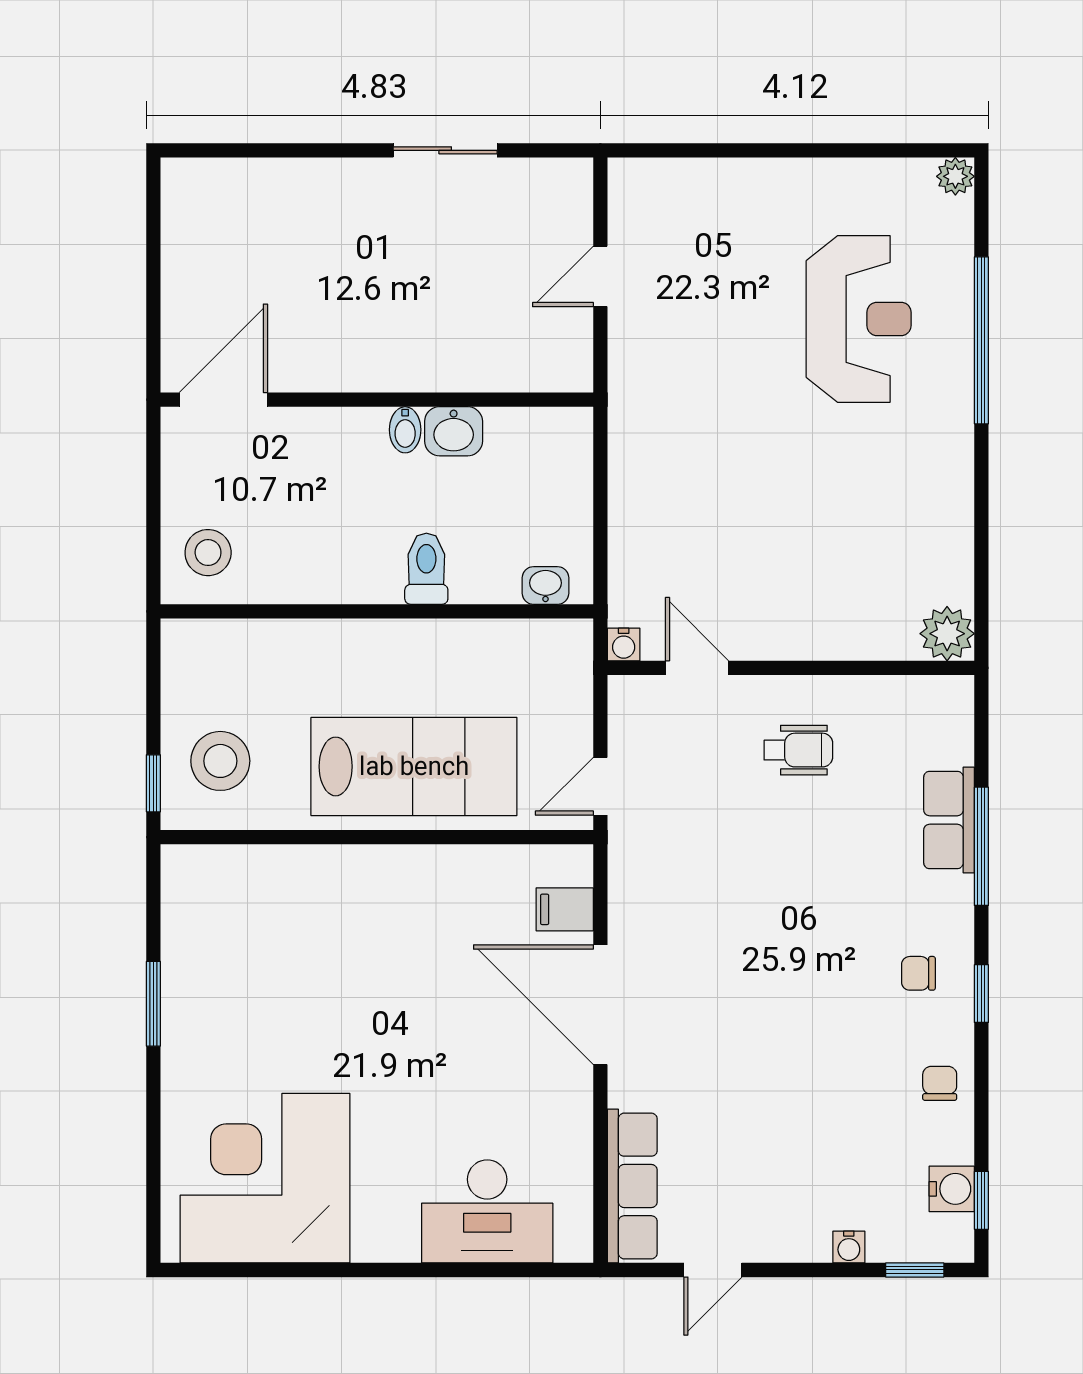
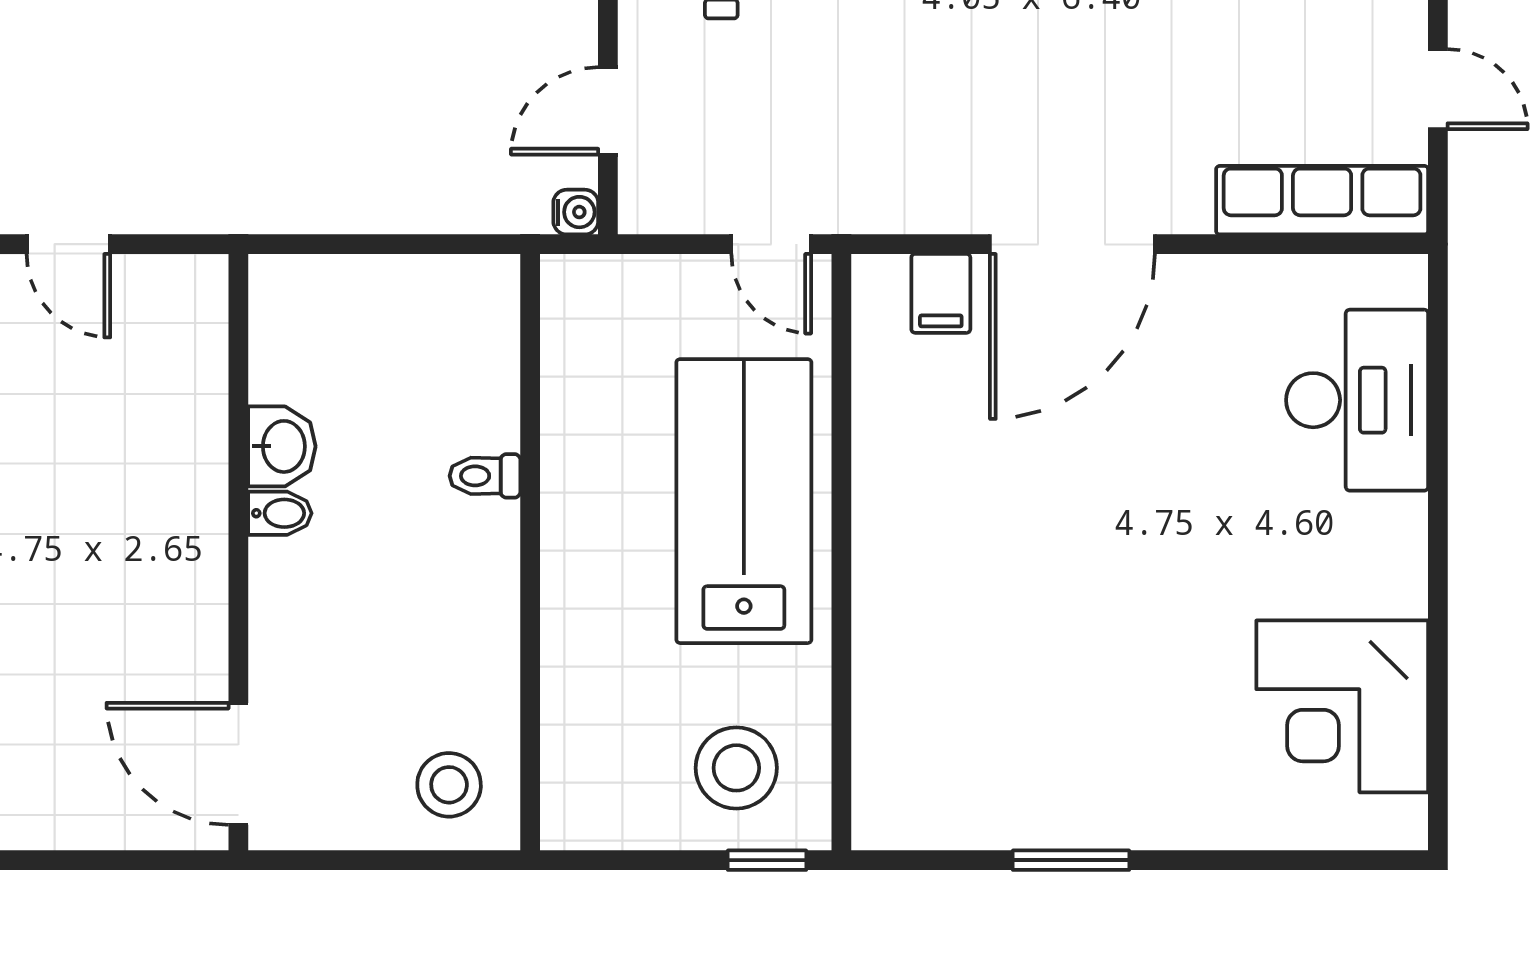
toilet: (426, 569) -> (485, 476), width x0.73, depth x0.72
washbasin: (546, 585) -> (494, 320), removed
corner desk: (265, 1178) -> (1342, 706), width x0.74, depth x0.74

